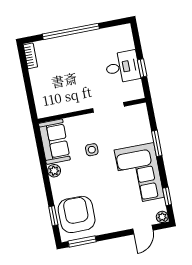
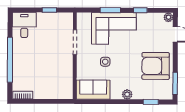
desk: (123, 67) -> (24, 25), moved
plant: (54, 171) -> (127, 94), moved
corner sofa: (139, 174) -> (114, 28), moved
window: (167, 196) -> (140, 10), moved
armchair: (77, 214) -> (156, 66), moved

